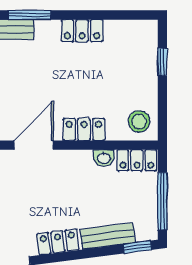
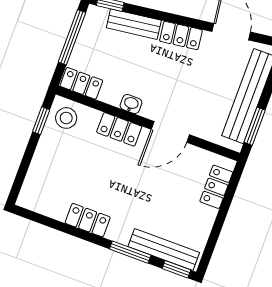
window: (162, 62) -> (41, 121), moved
washbasin: (104, 158) -> (131, 104), moved

